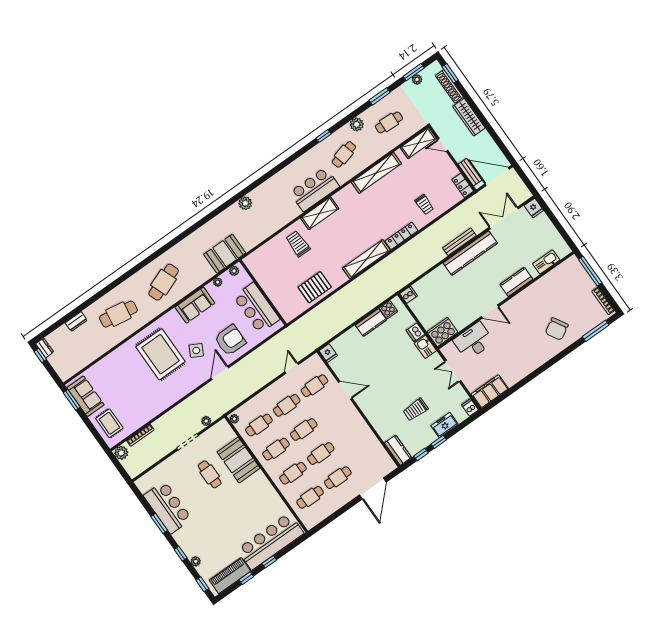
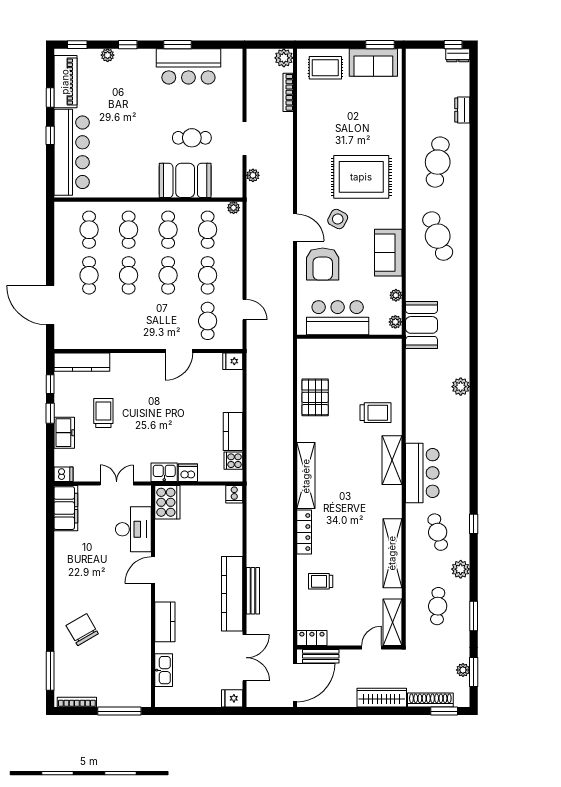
kitchen counter: (398, 450) -> (82, 362), width x1.50

